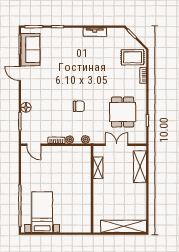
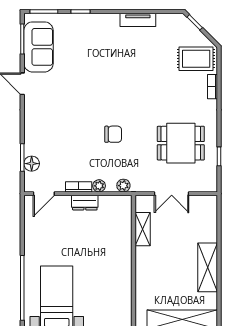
floor lamp: (26, 107) -> (32, 164), moved
dining table: (123, 112) -> (181, 143), turned 90
door: (34, 145) -> (44, 194), hinge flipped
double door: (117, 145) -> (172, 194), swing flipped
dresser: (60, 151) -> (85, 203), added
shelving: (140, 167) -> (208, 267), moved

